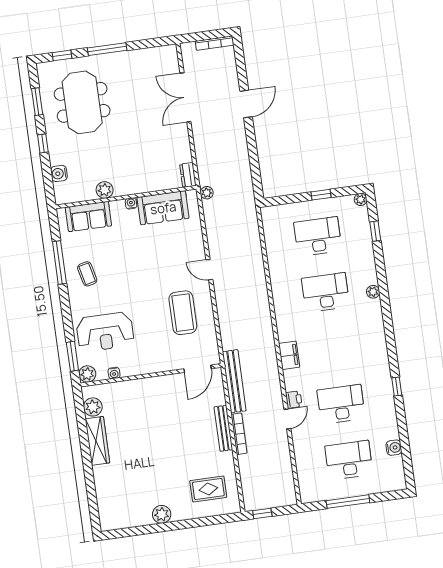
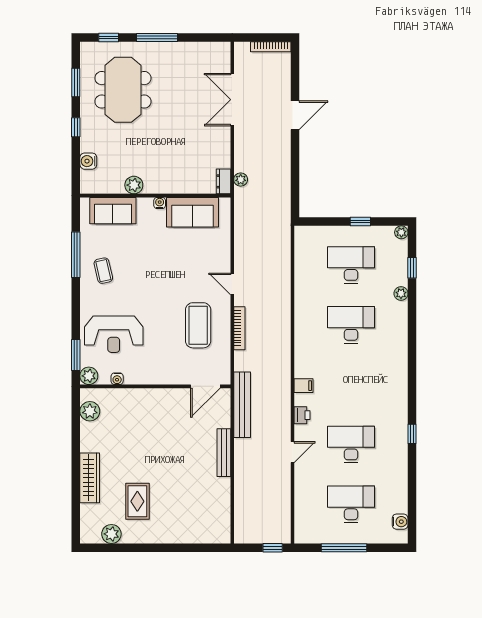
plant: (207, 193) -> (241, 180), moved
plant: (373, 292) -> (401, 293), moved
filing cabinet: (289, 355) -> (304, 386), width x0.50
printer: (294, 400) -> (302, 415), moved
bookcase: (239, 434) -> (239, 328), moved
wardrobe: (97, 441) -> (90, 478), moved
water cooler: (394, 448) -> (400, 522), moved
rug: (208, 489) -> (137, 501), moved, turned 90
window: (262, 513) -> (273, 548), moved
plant: (162, 514) -> (111, 534), moved

